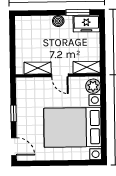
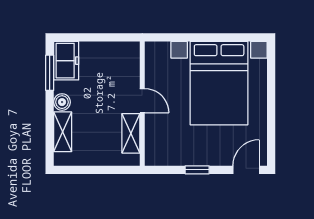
shelving: (87, 67) -> (63, 132), moved
door: (60, 75) -> (142, 101), hinge flipped
plant: (93, 86) -> (159, 52), removed

